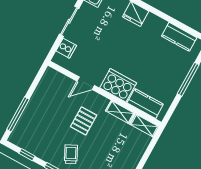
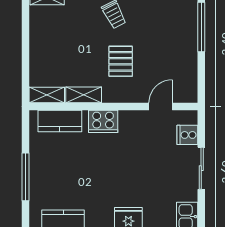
door: (86, 83) -> (161, 107), moved
cooker: (118, 85) -> (103, 121), width x0.73, depth x0.76

